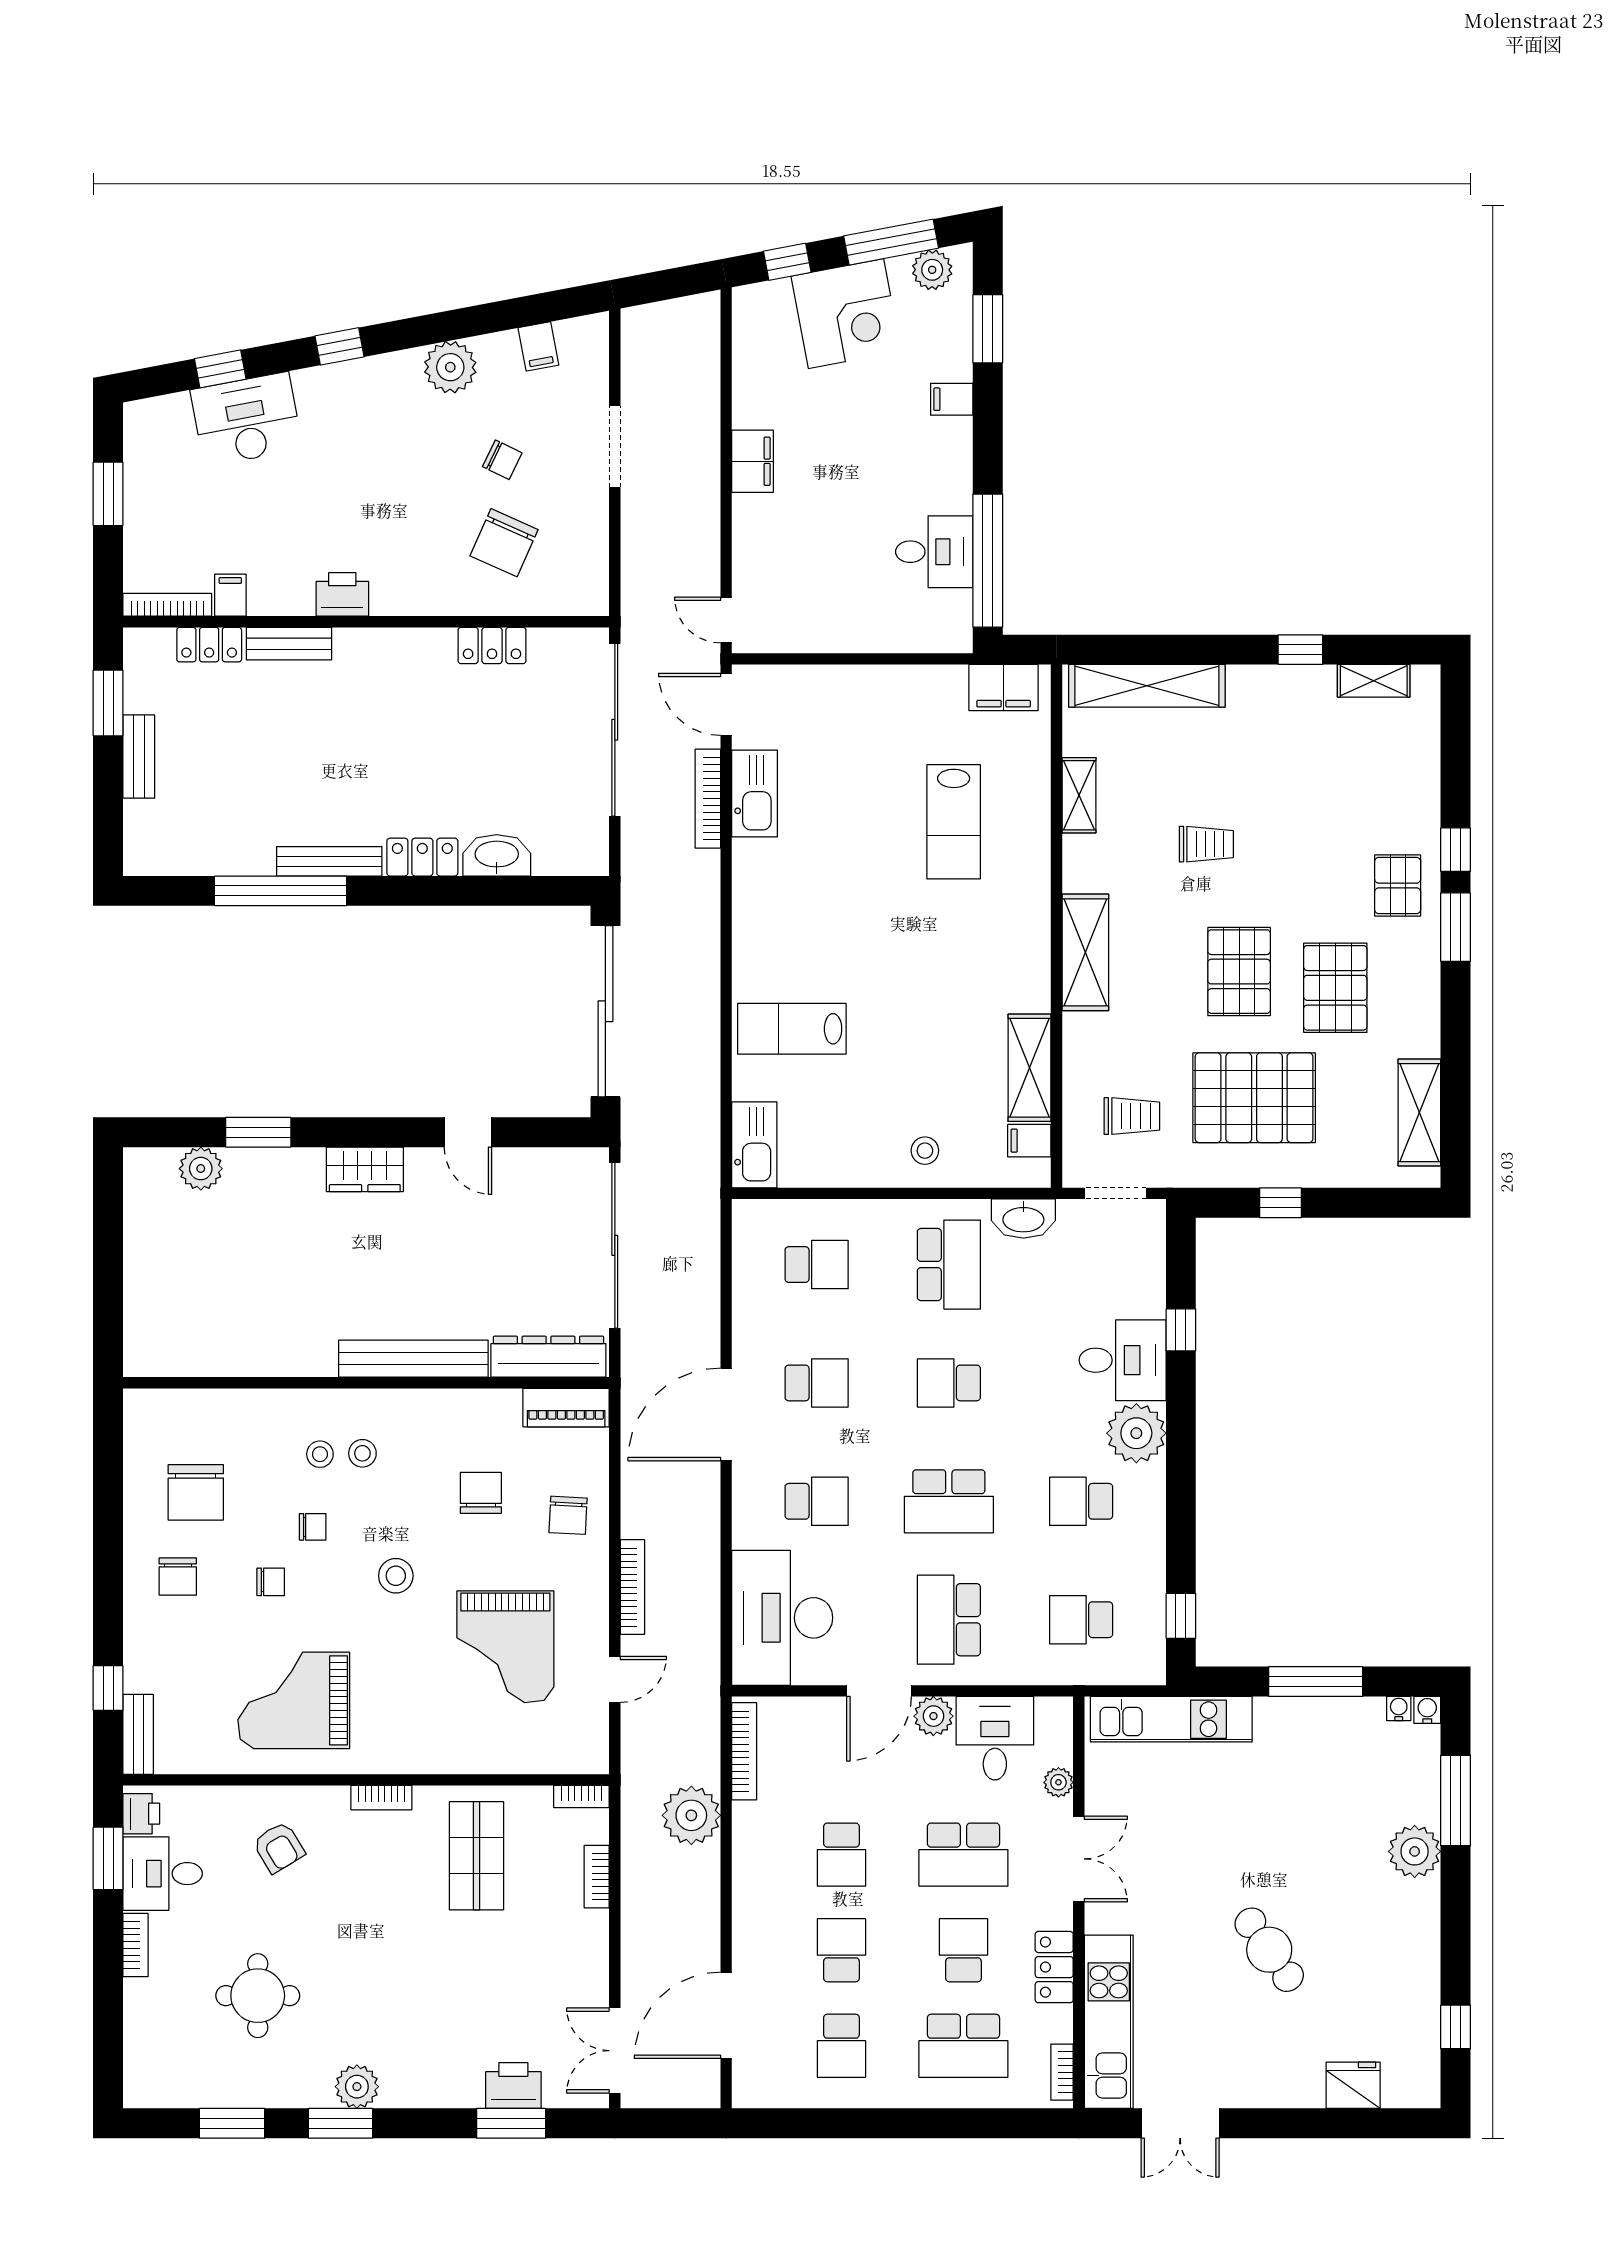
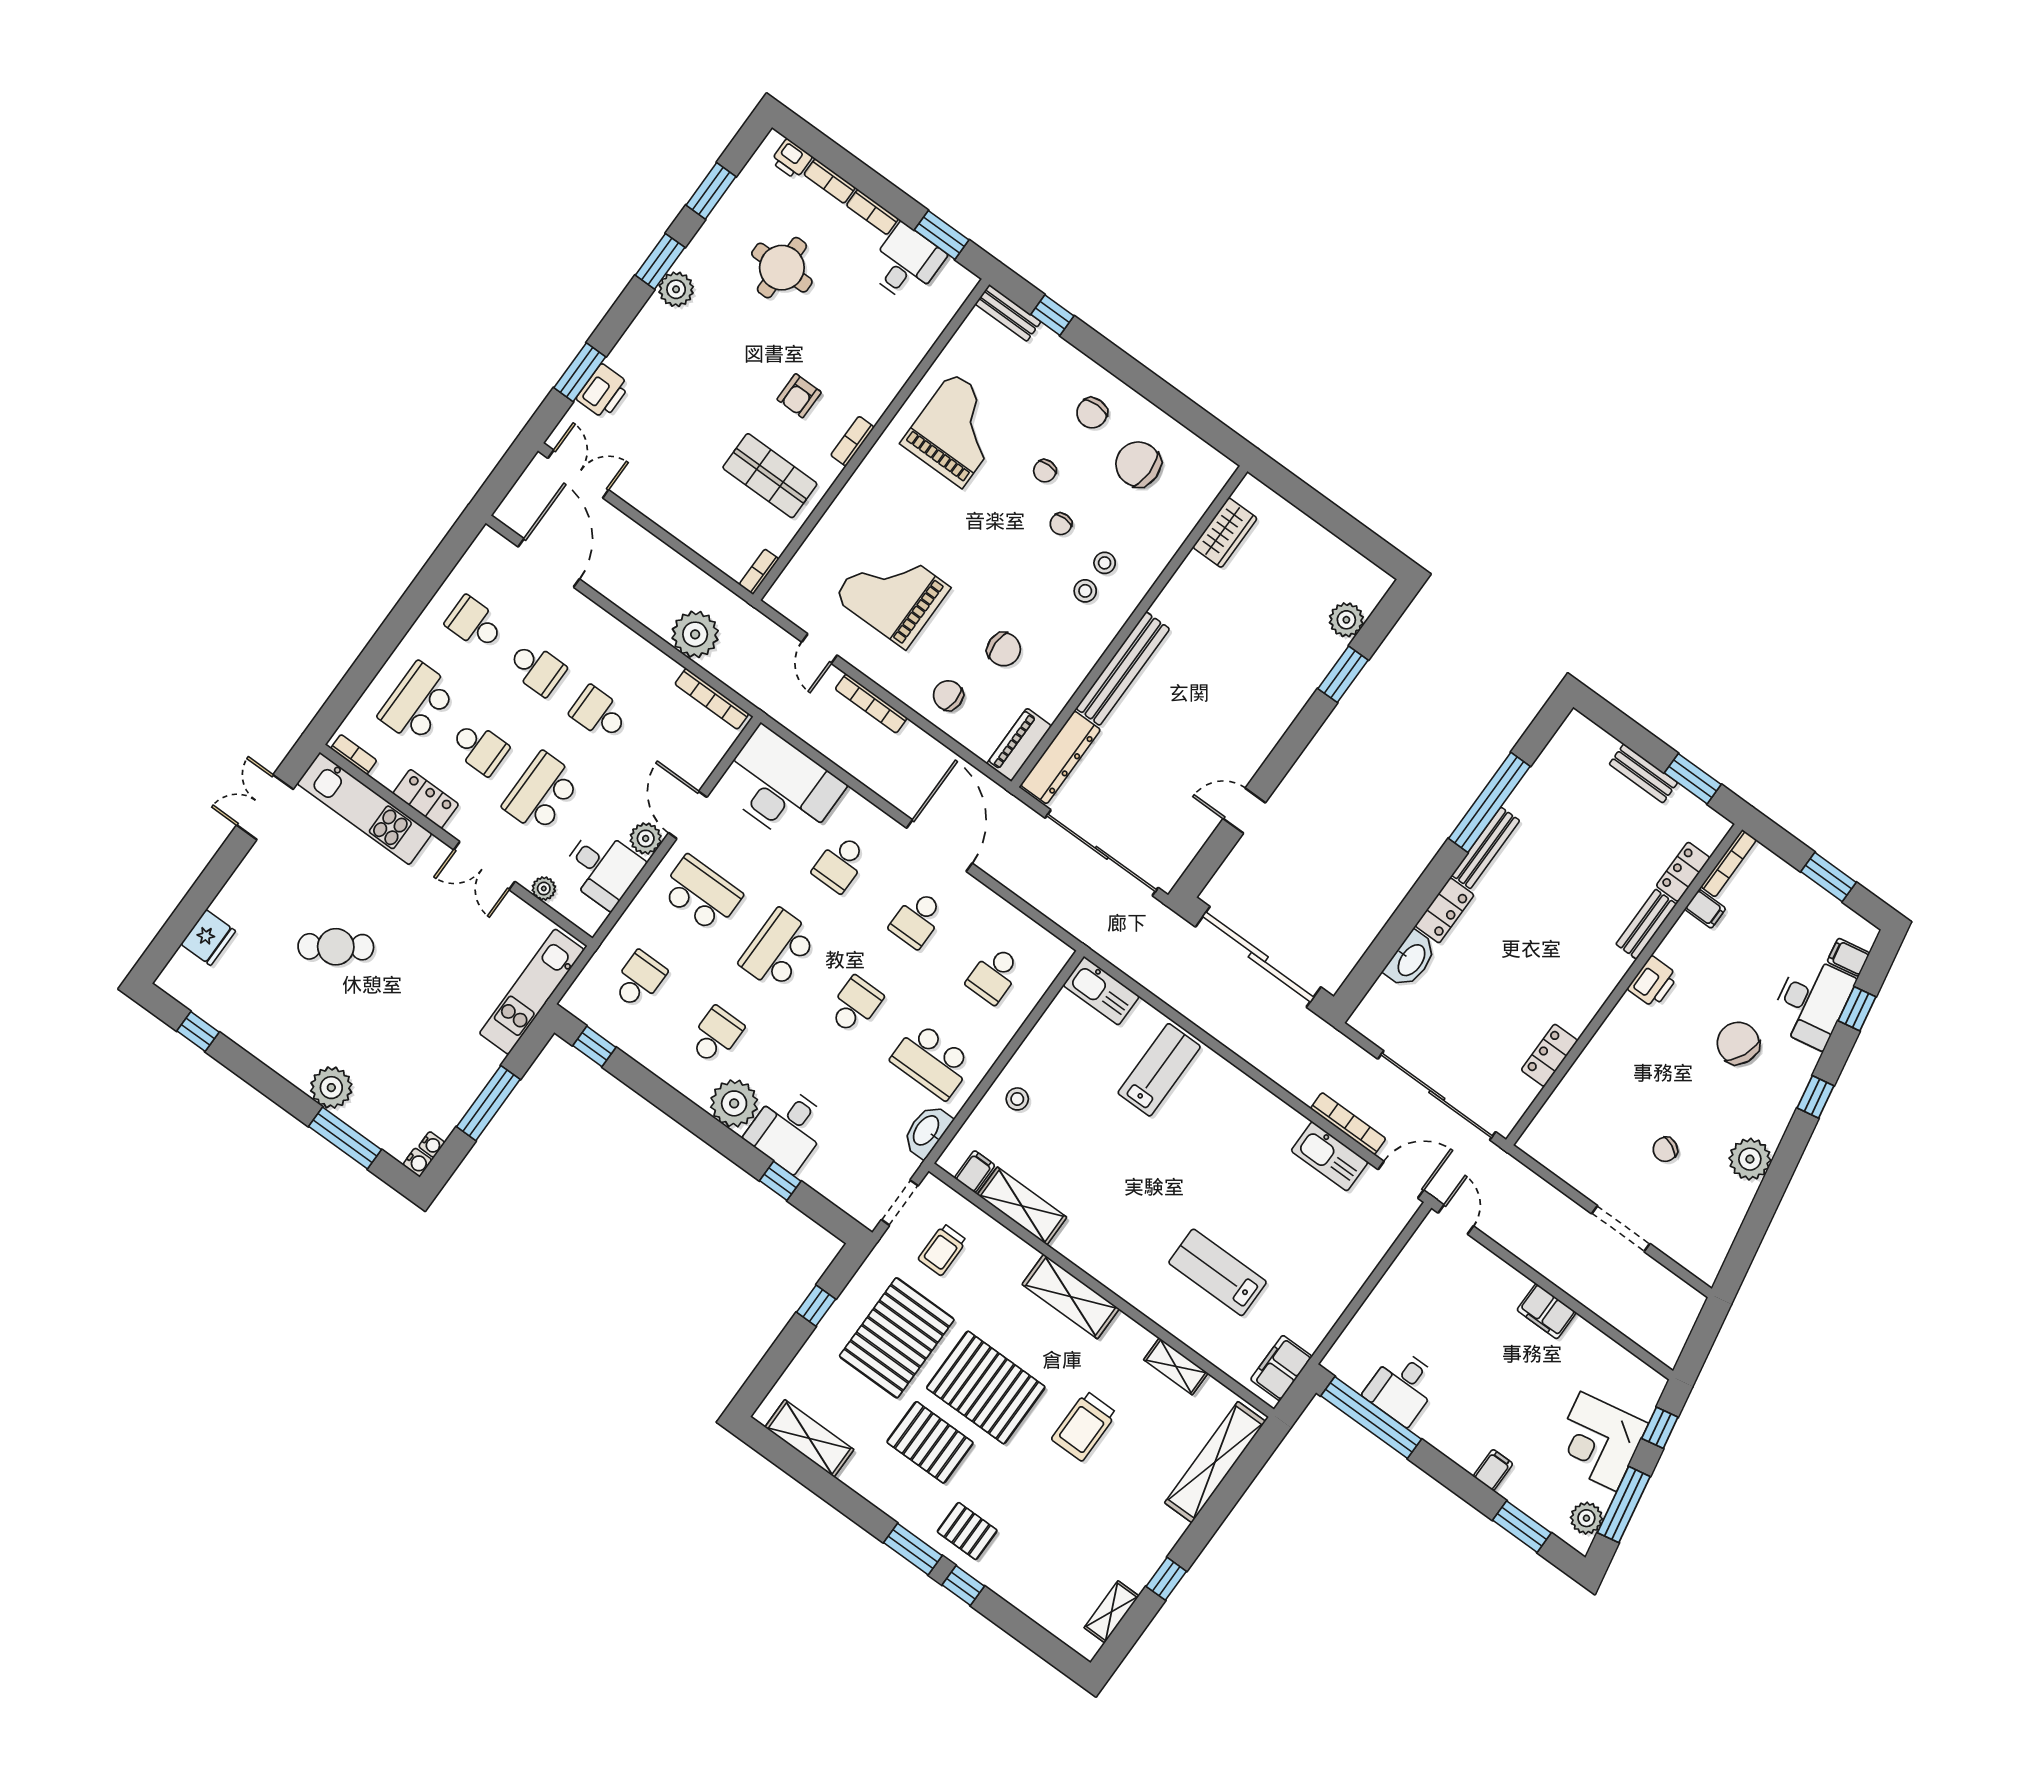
filing cabinet: (538, 346) -> (1848, 957), moved
chair: (504, 543) -> (1738, 1043), moved
door: (726, 620) -> (1456, 1219), hinge flipped
trolley: (1206, 844) -> (1084, 1426), width x1.36, depth x1.39
pallet: (1239, 972) -> (986, 1387), width x1.37, depth x1.41
wardrobe: (365, 1169) -> (1225, 533), moved, turned 180
stool: (396, 1576) -> (990, 555), removed
chair: (178, 1577) -> (1092, 413), turned -90
printer: (141, 1814) -> (791, 159), moved
armchair: (279, 1847) -> (799, 396), moved, turned -59
bookcase: (597, 1877) -> (830, 181), moved, turned 180

